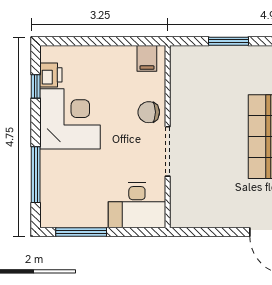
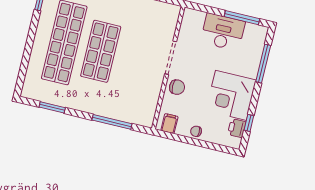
window: (228, 41) -> (112, 122), width x1.44
chair: (107, 57) -> (196, 131), added
desk: (137, 205) -> (223, 32), moved

